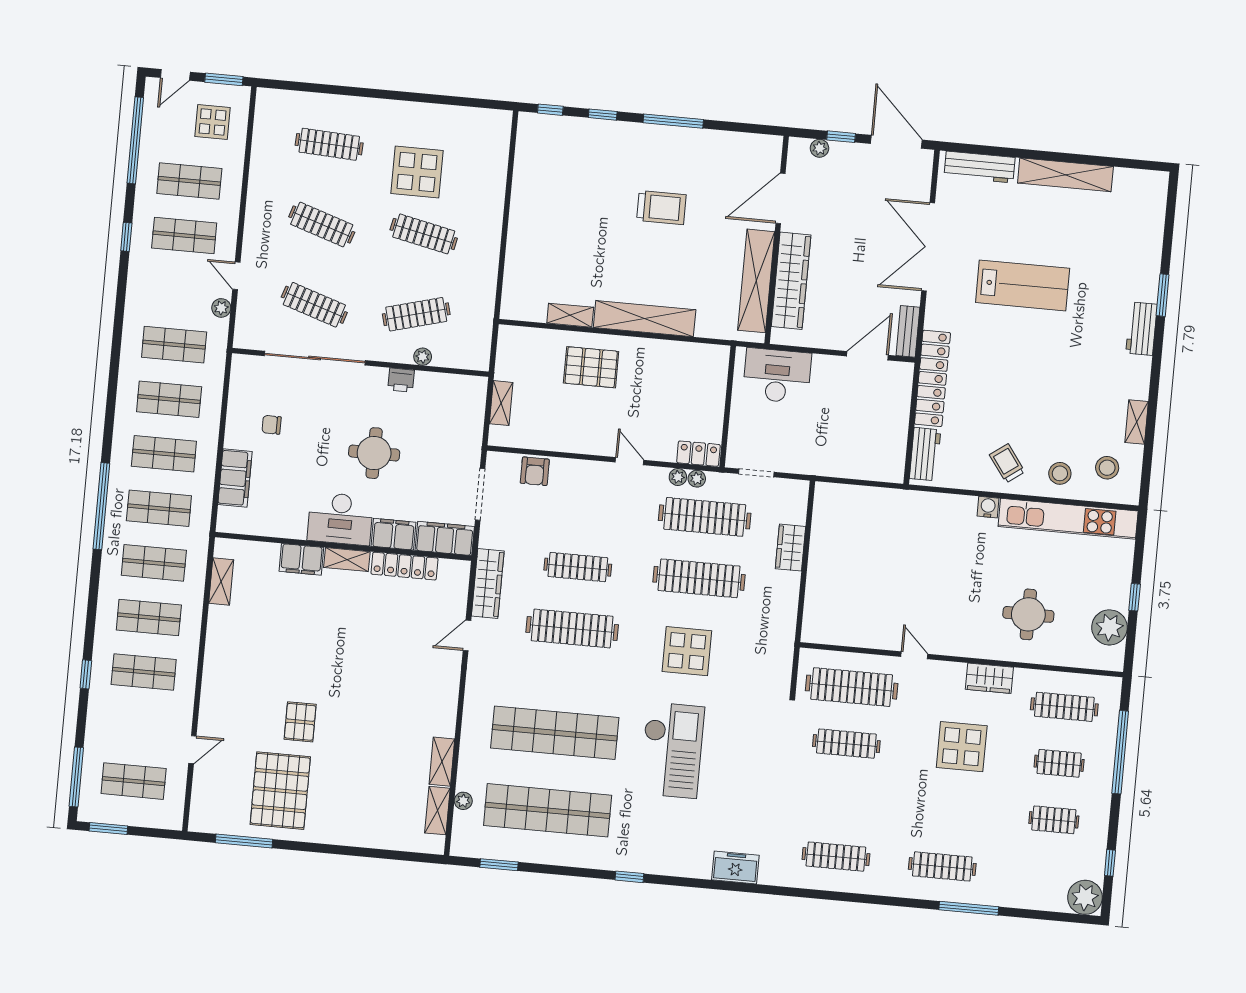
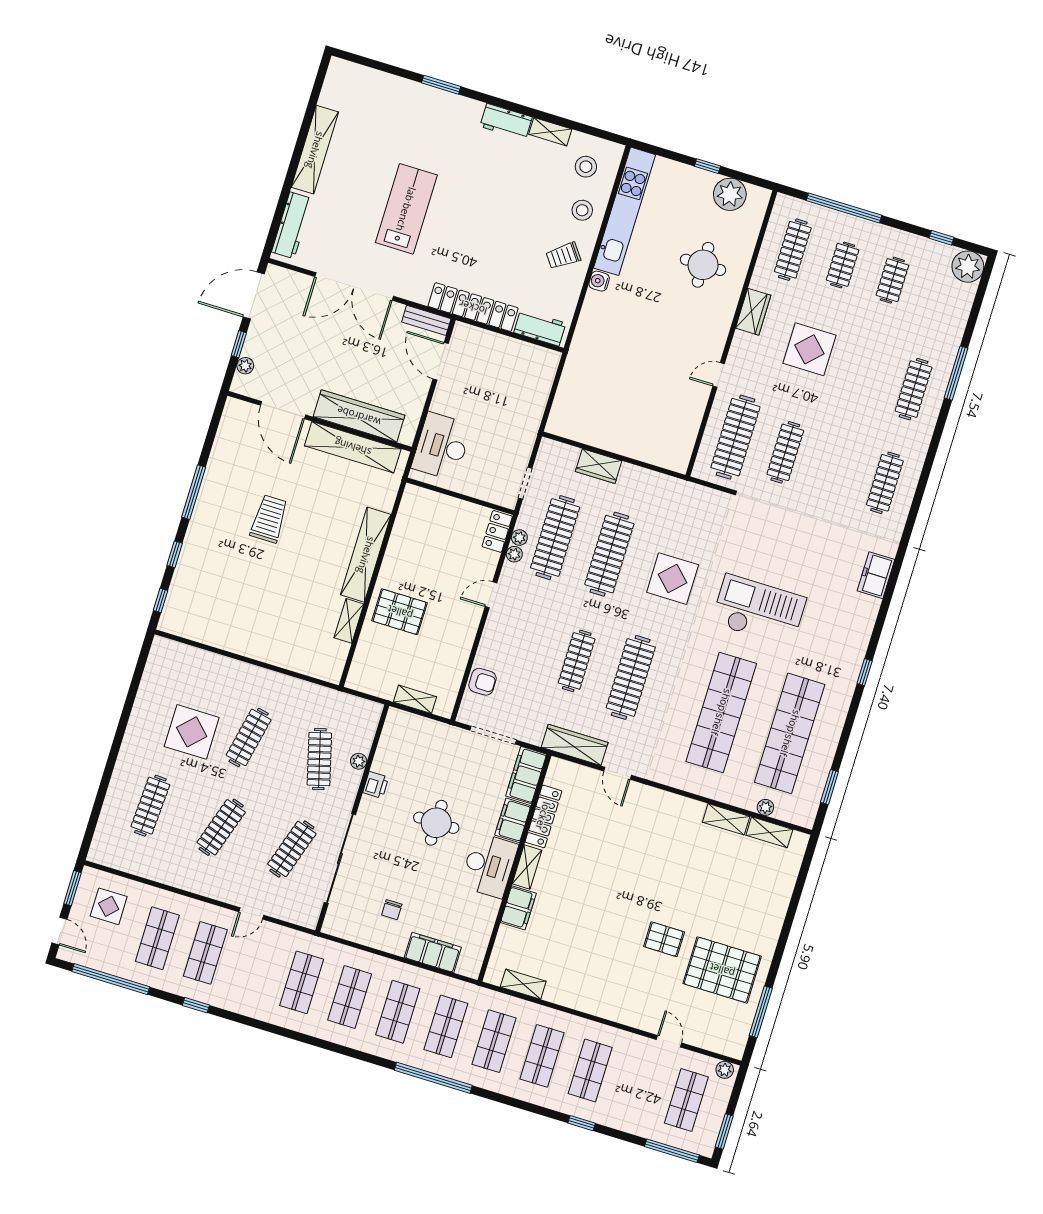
plant: (221, 308) -> (725, 1070), moved
workbench: (1142, 329) -> (506, 122), moved
pallet: (591, 367) -> (400, 612), turned 90

